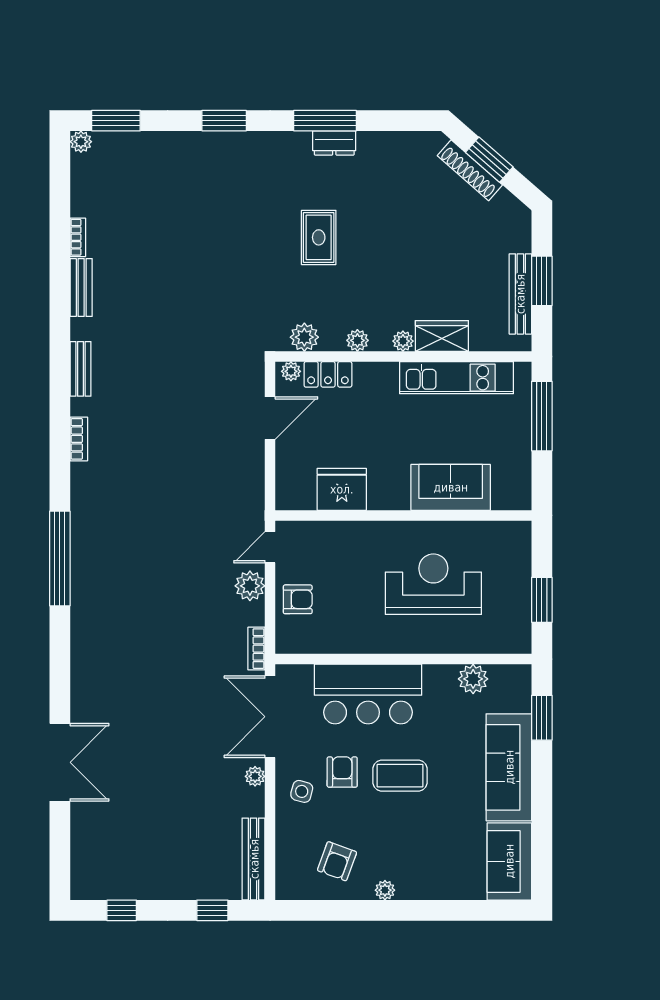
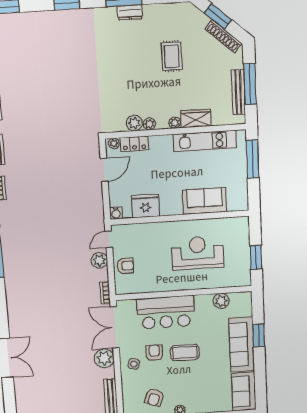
shoe rack: (470, 170) -> (223, 36), moved
rug: (319, 237) -> (172, 56), moved
window: (542, 281) -> (250, 84), width x1.44
plant: (304, 337) -> (134, 123), moved
water cooler: (287, 499) -> (116, 213), added
window: (542, 718) -> (259, 335), moved
plant: (255, 776) -> (104, 358), width x1.88, depth x1.88

